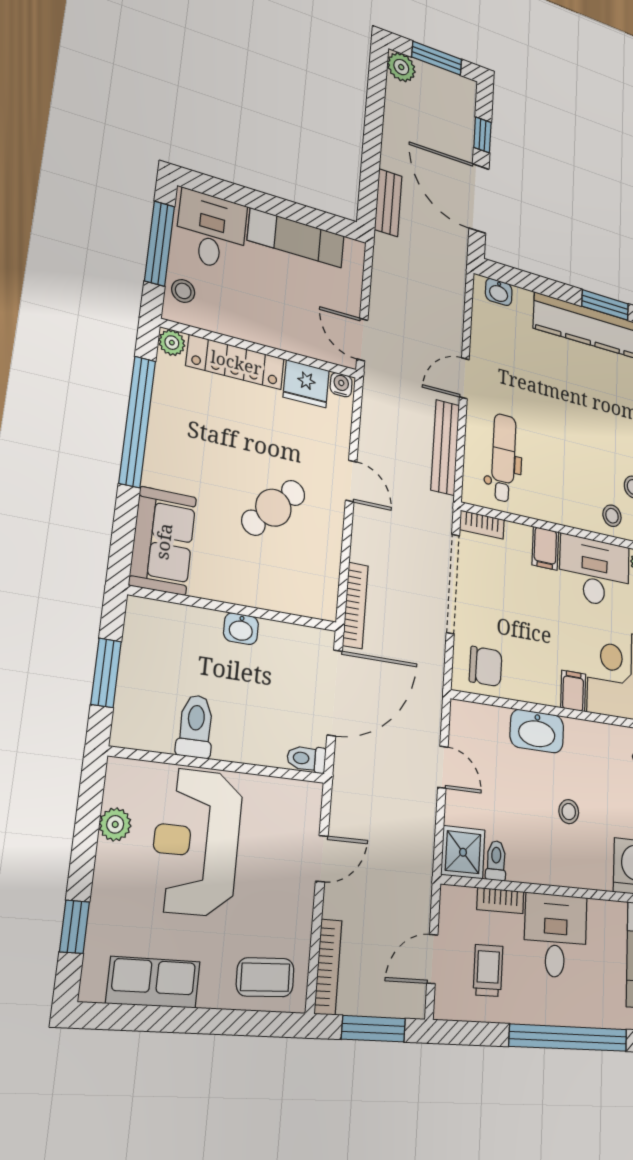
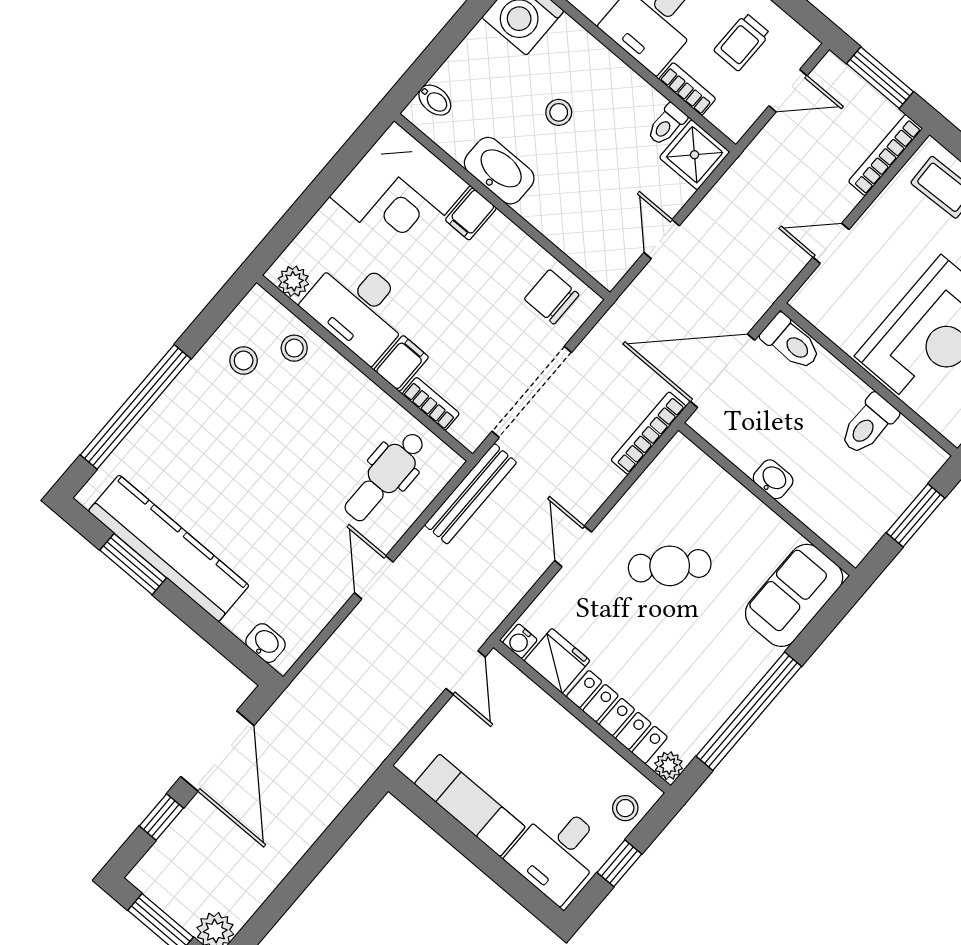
bench: (388, 203) -> (336, 795), removed
window: (159, 243) -> (619, 863), width x0.46
door: (464, 378) -> (374, 577), swing flipped
bench: (445, 447) -> (471, 494), moved
bookcase: (482, 525) -> (431, 404), moved
washbasin: (537, 731) -> (499, 171), moved
toilet: (306, 759) -> (791, 342), width x1.37, depth x1.39

